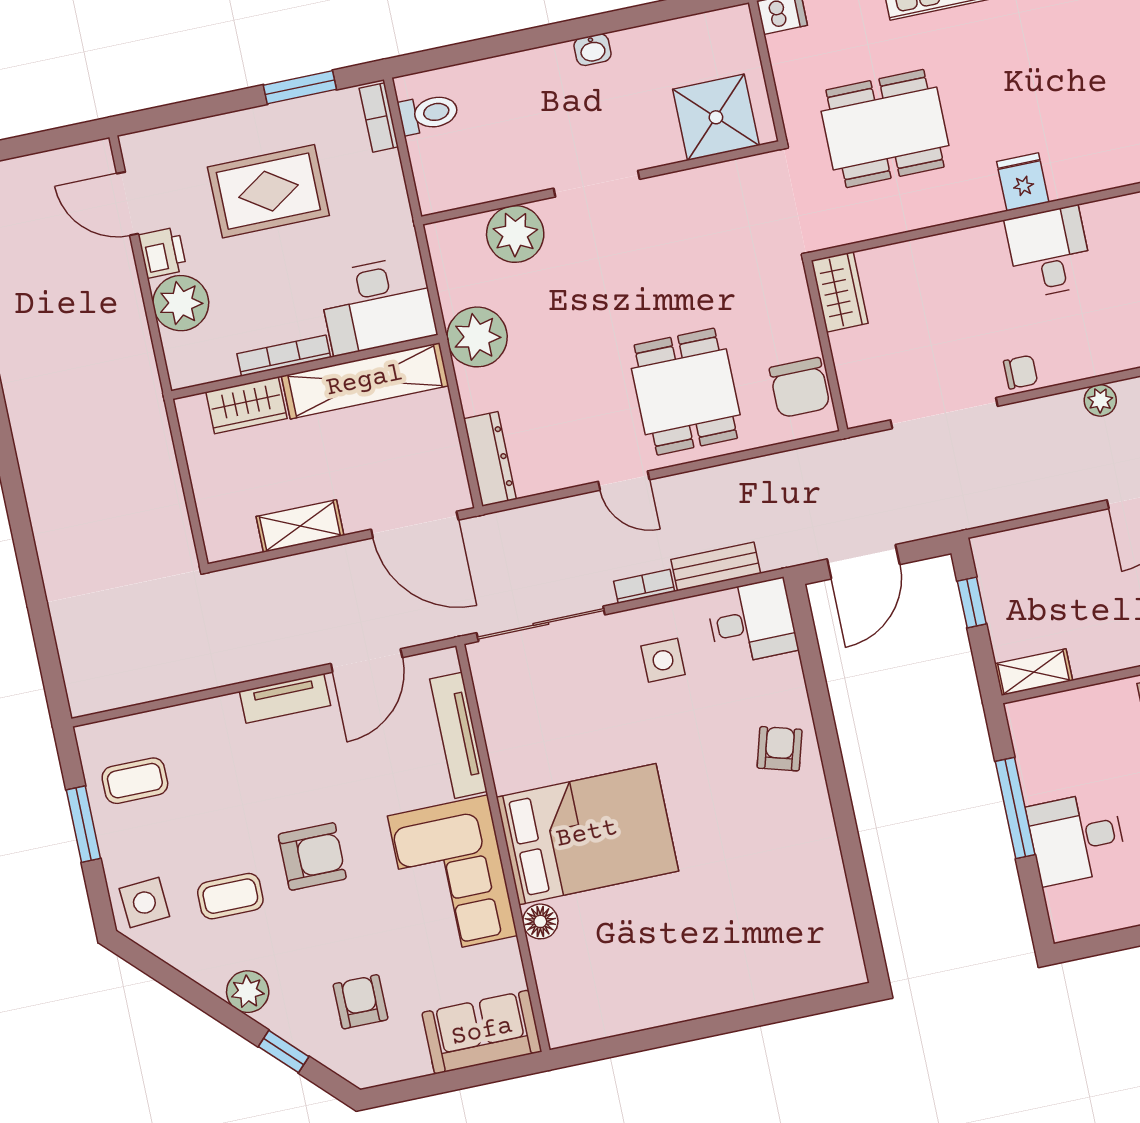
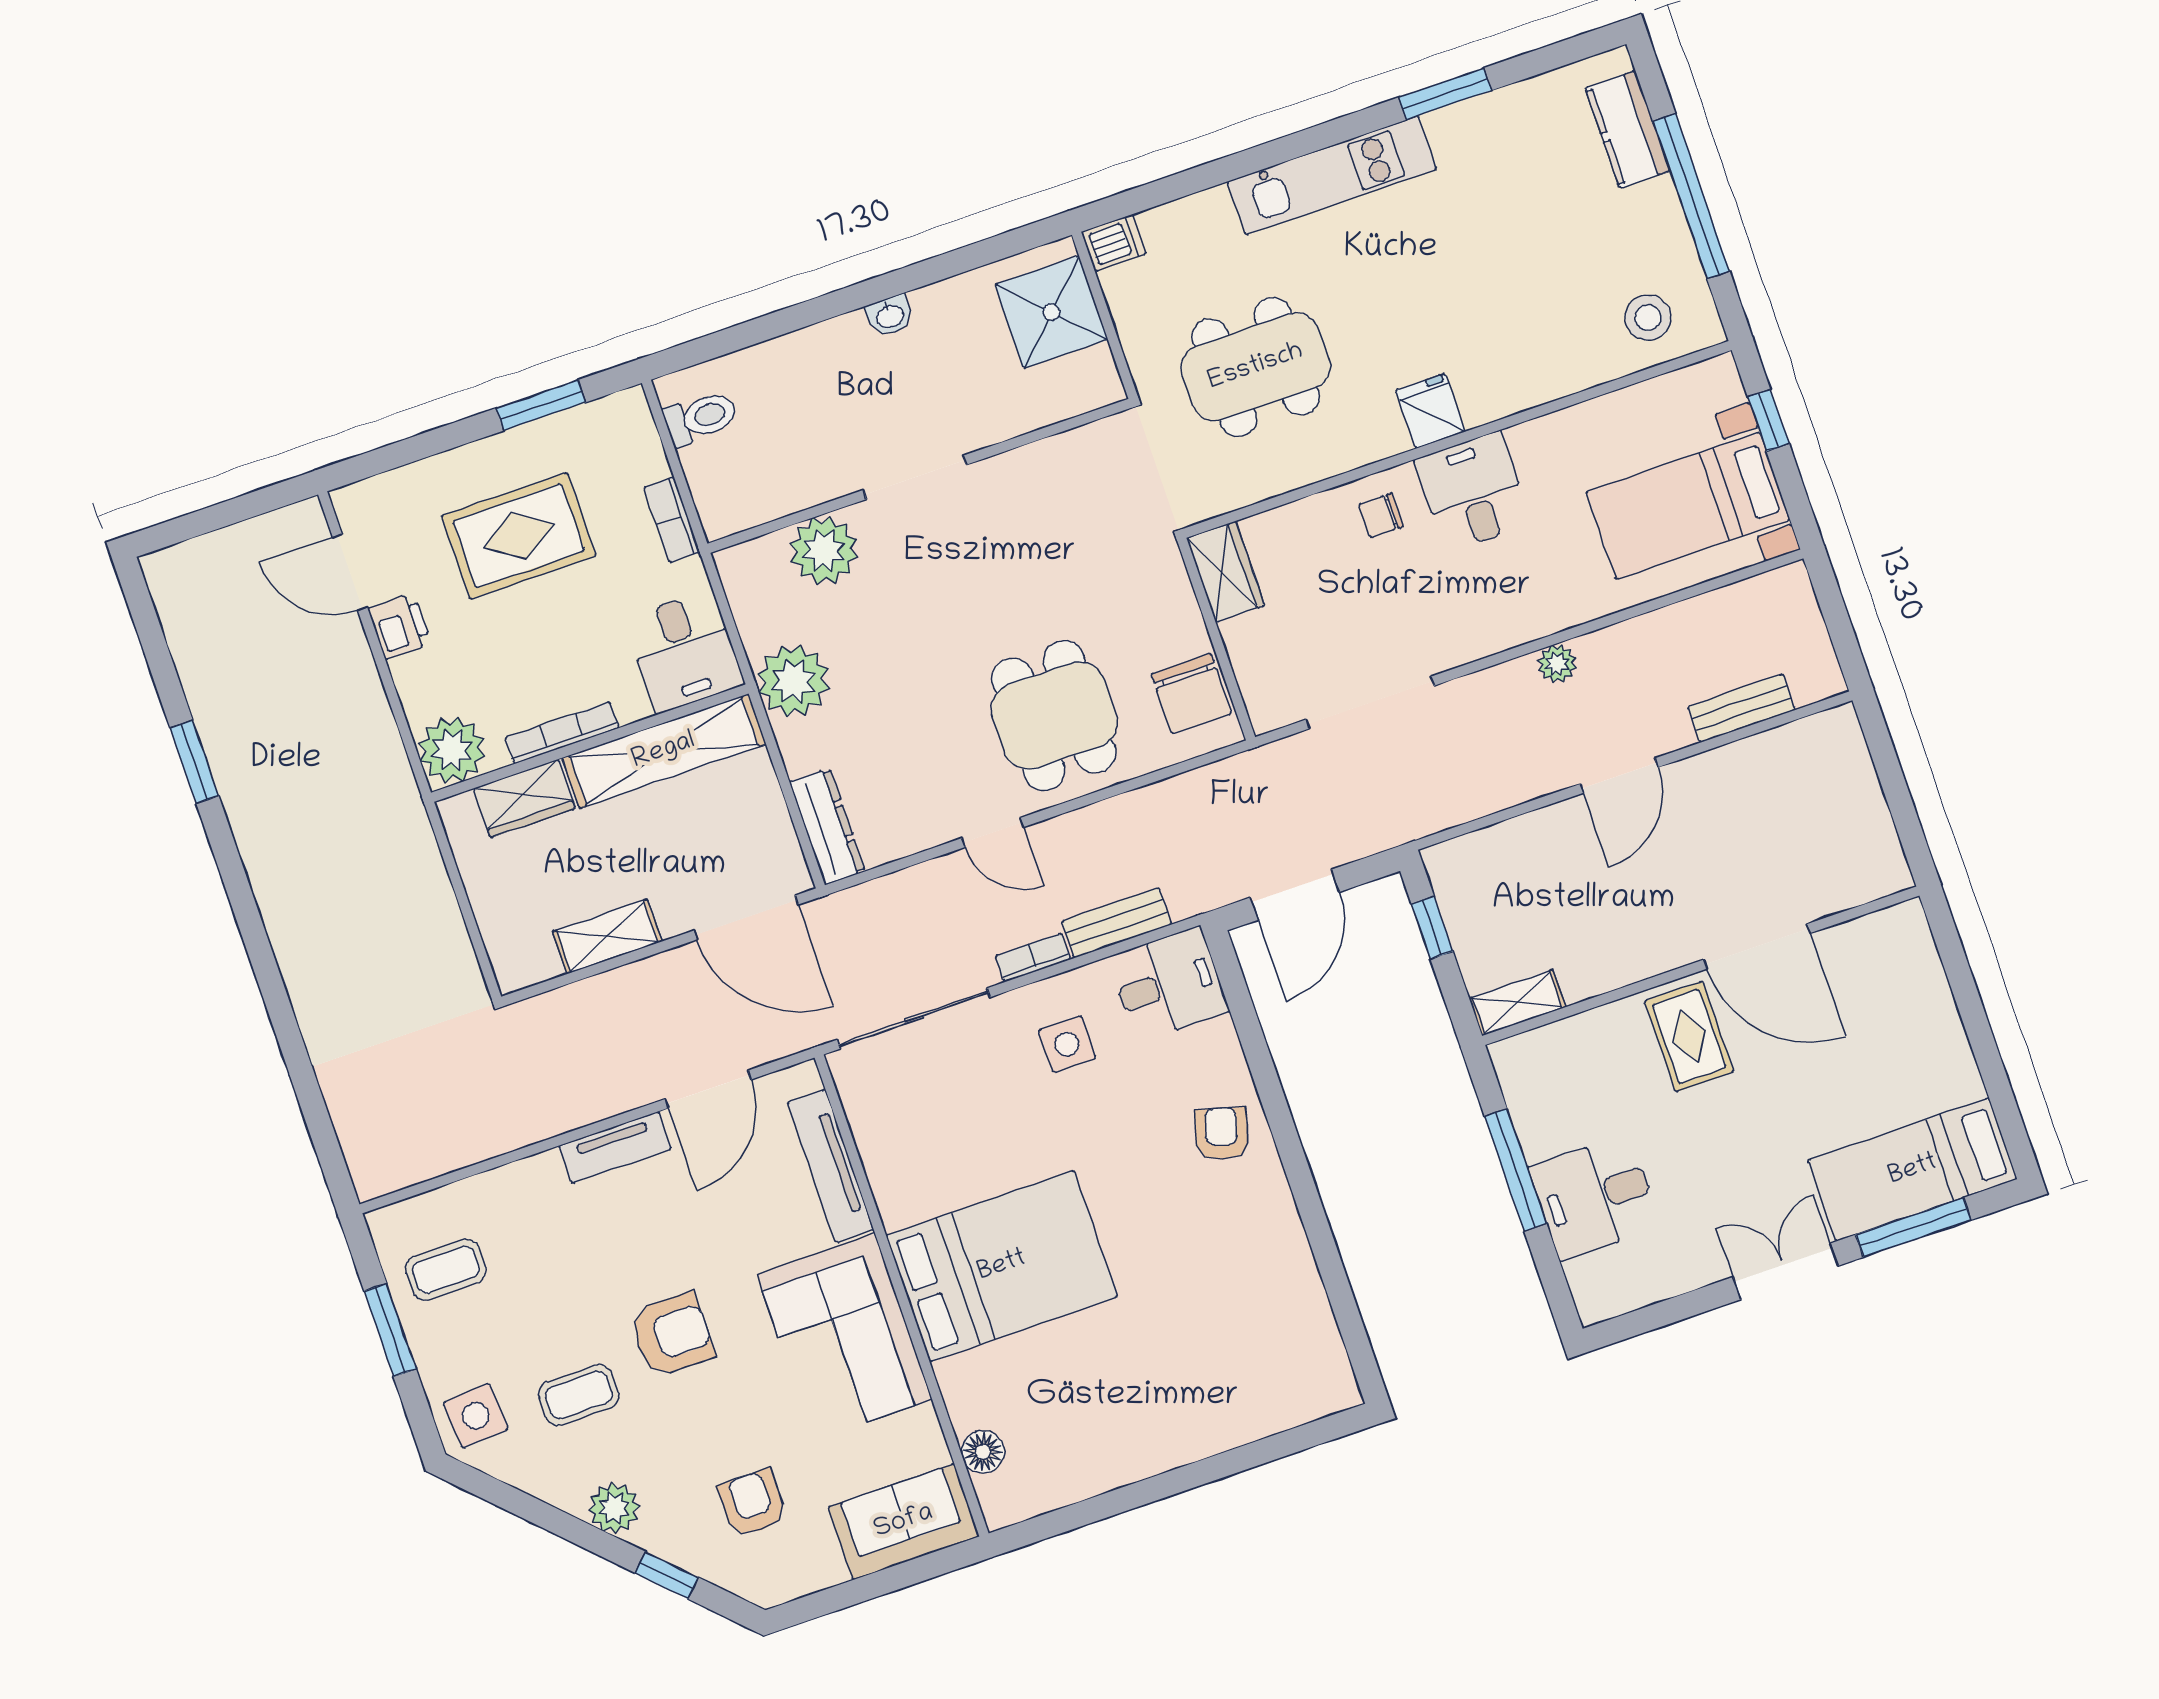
shower: (716, 117) -> (1051, 312), moved
bookcase: (379, 118) -> (672, 520), moved
plant: (181, 303) -> (452, 750), moved
desk: (377, 305) -> (684, 652), width x0.73
chair: (1021, 372) -> (1381, 515), moved, turned 180
floor lamp: (540, 921) -> (983, 1452), moved

